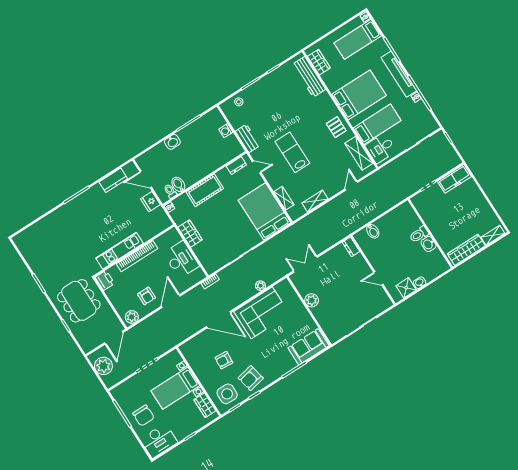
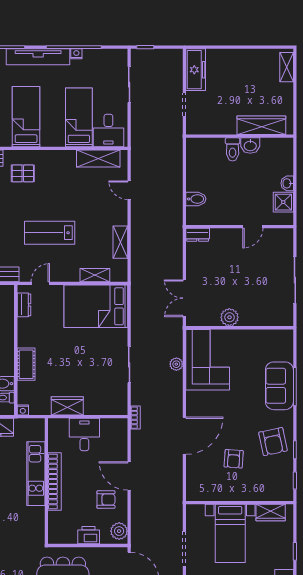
bed: (359, 95) -> (26, 117), width x0.67
pallet: (336, 127) -> (23, 173), moved
cot: (205, 190) -> (26, 364), width x0.73, depth x0.75
wardrobe: (466, 250) -> (261, 125), moved, turned 90
kitchen unit: (120, 251) -> (36, 474), moved
desk: (181, 260) -> (84, 434), width x0.73
printer: (105, 280) -> (89, 535), moved
corner sofa: (262, 313) -> (208, 360), moved
sofa: (308, 347) -> (279, 386), moved
side table: (227, 394) -> (274, 479), removed

